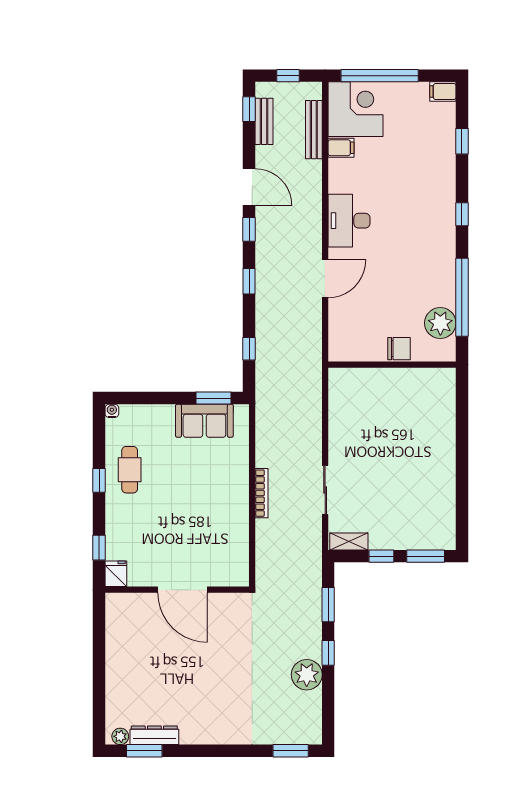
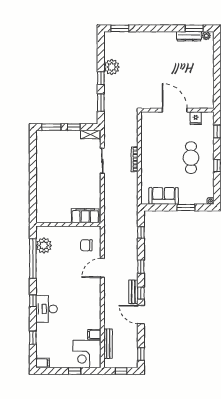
window: (380, 76) -> (75, 371), width x0.32
bench: (264, 121) -> (133, 292), moved
desk: (349, 221) -> (47, 309), moved, turned 180
chair: (399, 349) -> (86, 245), moved
filing cabinet: (359, 382) -> (85, 216), added
window: (214, 398) -> (186, 207), moved
cafe table: (130, 470) -> (191, 158), moved, width x1.37, depth x1.35
fridge: (116, 574) -> (196, 118), moved

